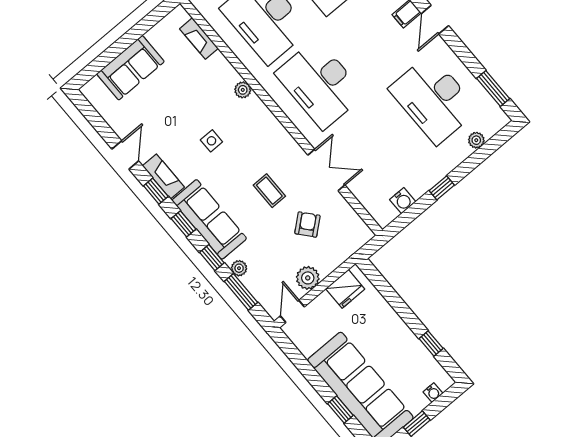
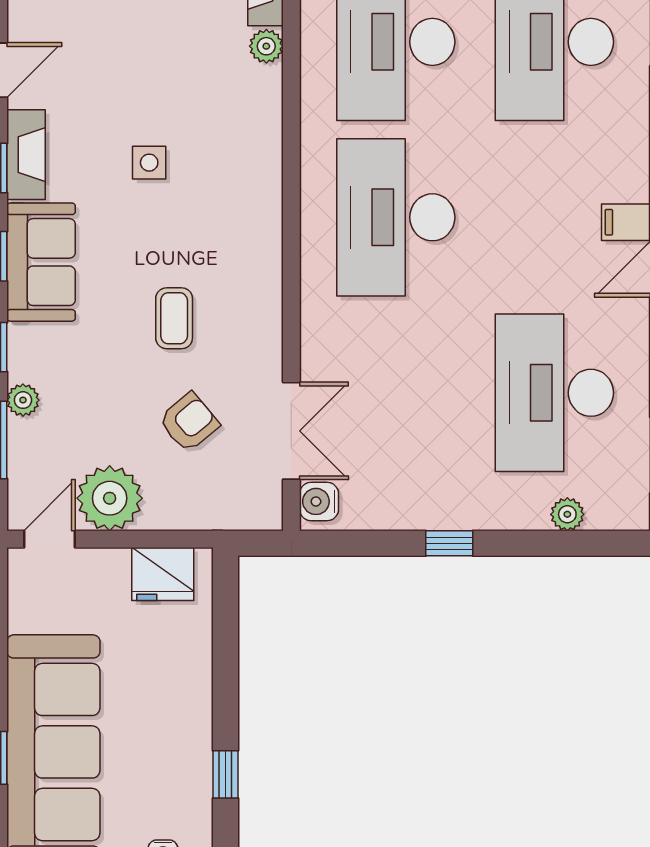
plant: (243, 90) -> (266, 46), moved
double door: (326, 170) -> (291, 431), moved
water cooler: (403, 201) -> (319, 501), moved, turned 90
sofa: (209, 219) -> (41, 262), width x0.73
plant: (308, 278) -> (110, 498), width x1.36, depth x1.36

